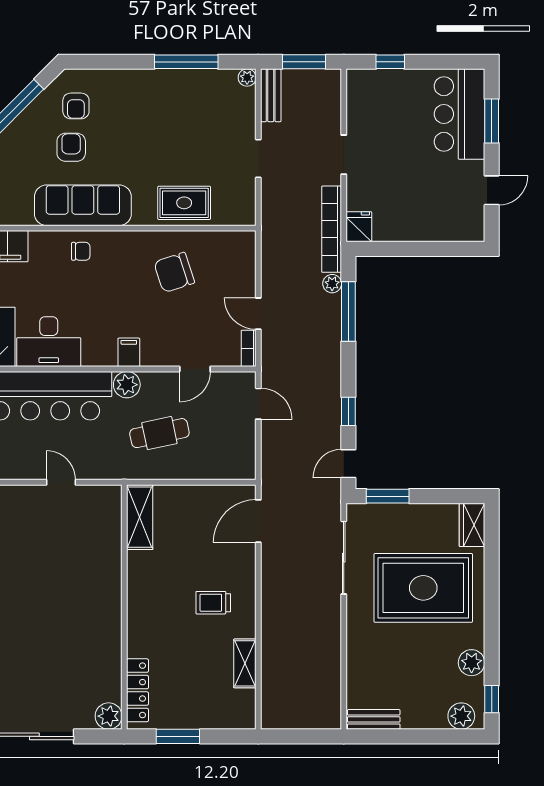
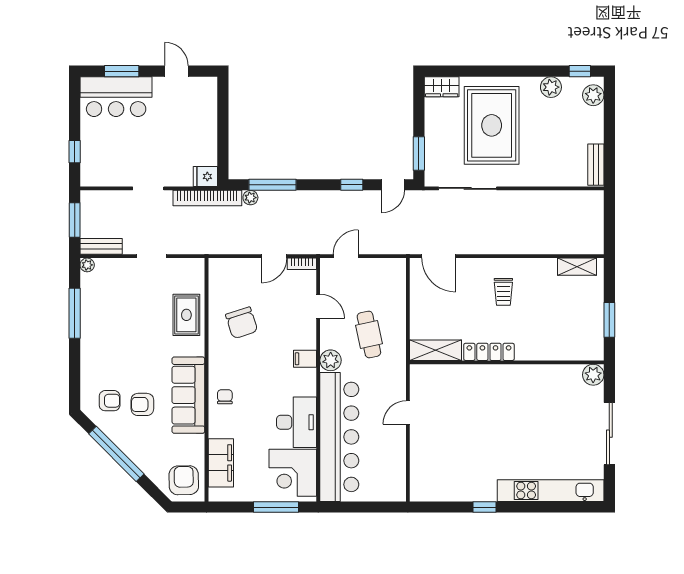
door: (348, 464) -> (393, 185), hinge flipped
shelving: (245, 663) -> (577, 267), moved
locker: (137, 690) -> (489, 352), moved

